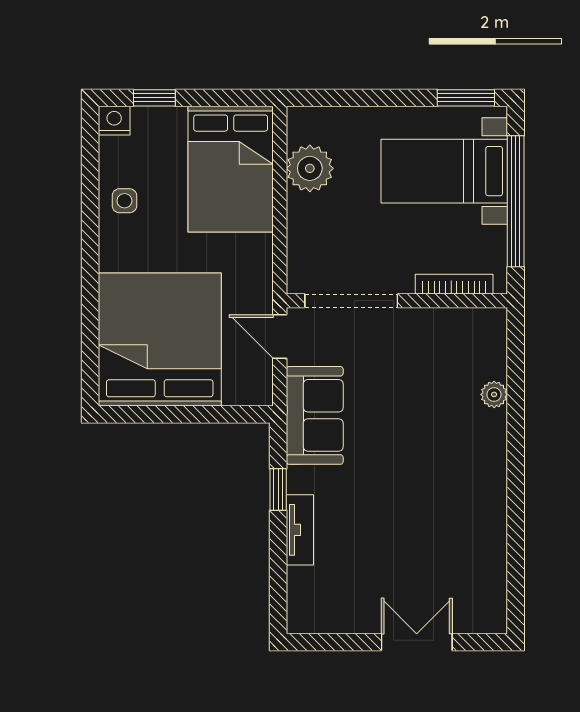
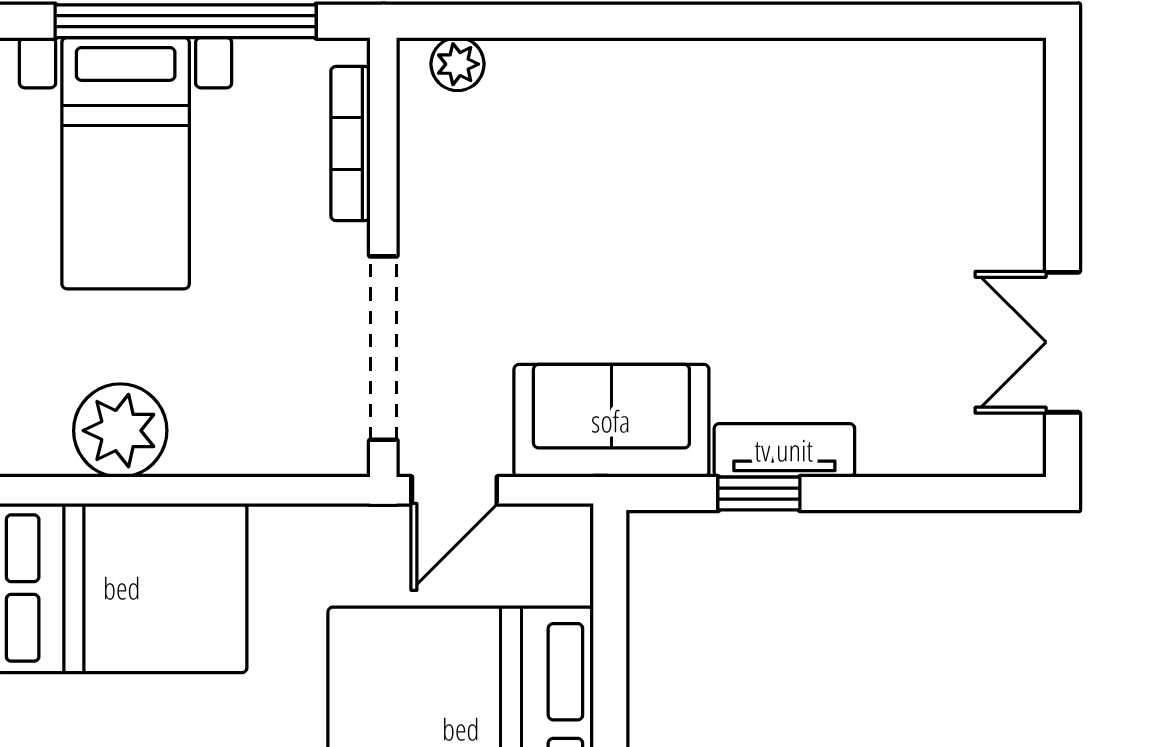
plant: (494, 394) -> (458, 64), moved
tv unit: (300, 530) -> (784, 450), moved
double door: (417, 642) -> (1062, 342), moved

